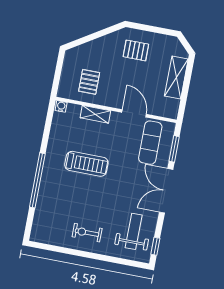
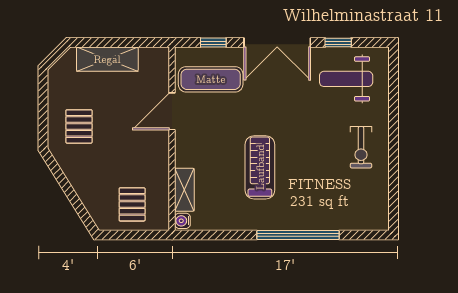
pallet: (89, 82) -> (132, 204), moved, turned 90
shelving: (95, 114) -> (184, 190), moved
window: (174, 149) -> (213, 43), width x0.67
window: (155, 246) -> (338, 43), moved

